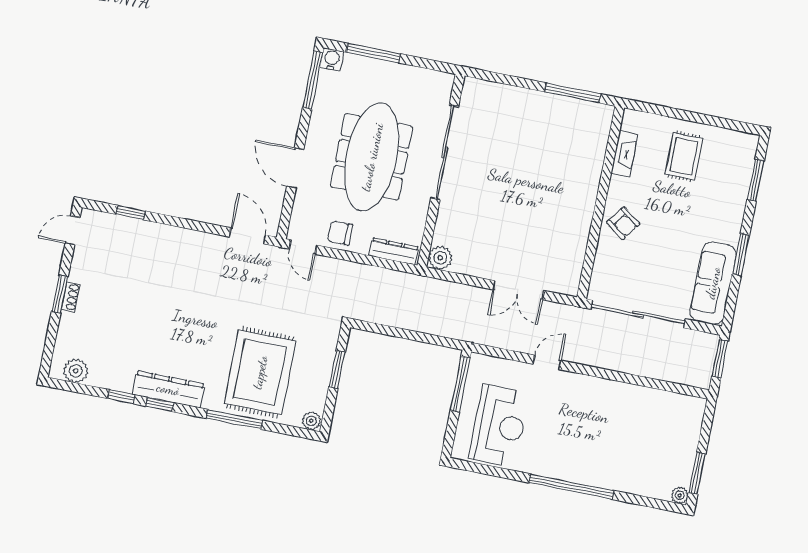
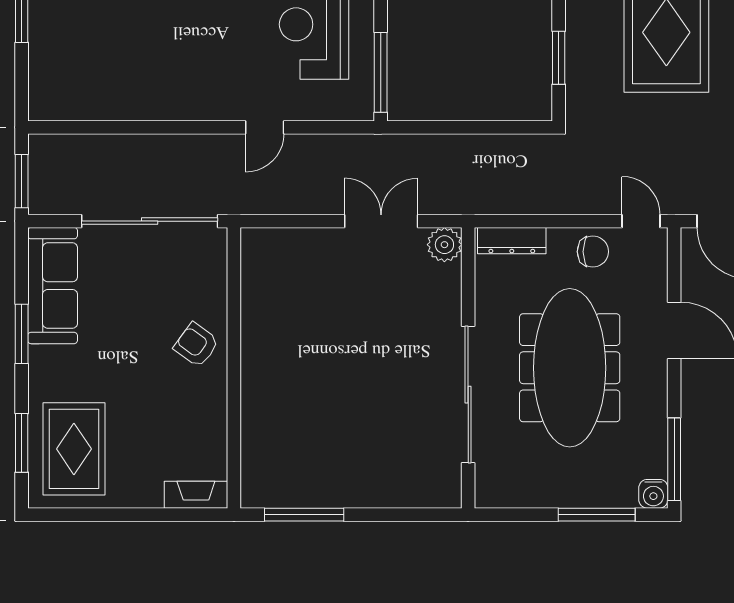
fireplace: (624, 154) -> (196, 495), moved, turned 90
rug: (684, 156) -> (74, 449), moved, width x1.36, depth x1.43
double door: (518, 290) -> (381, 221), moved

